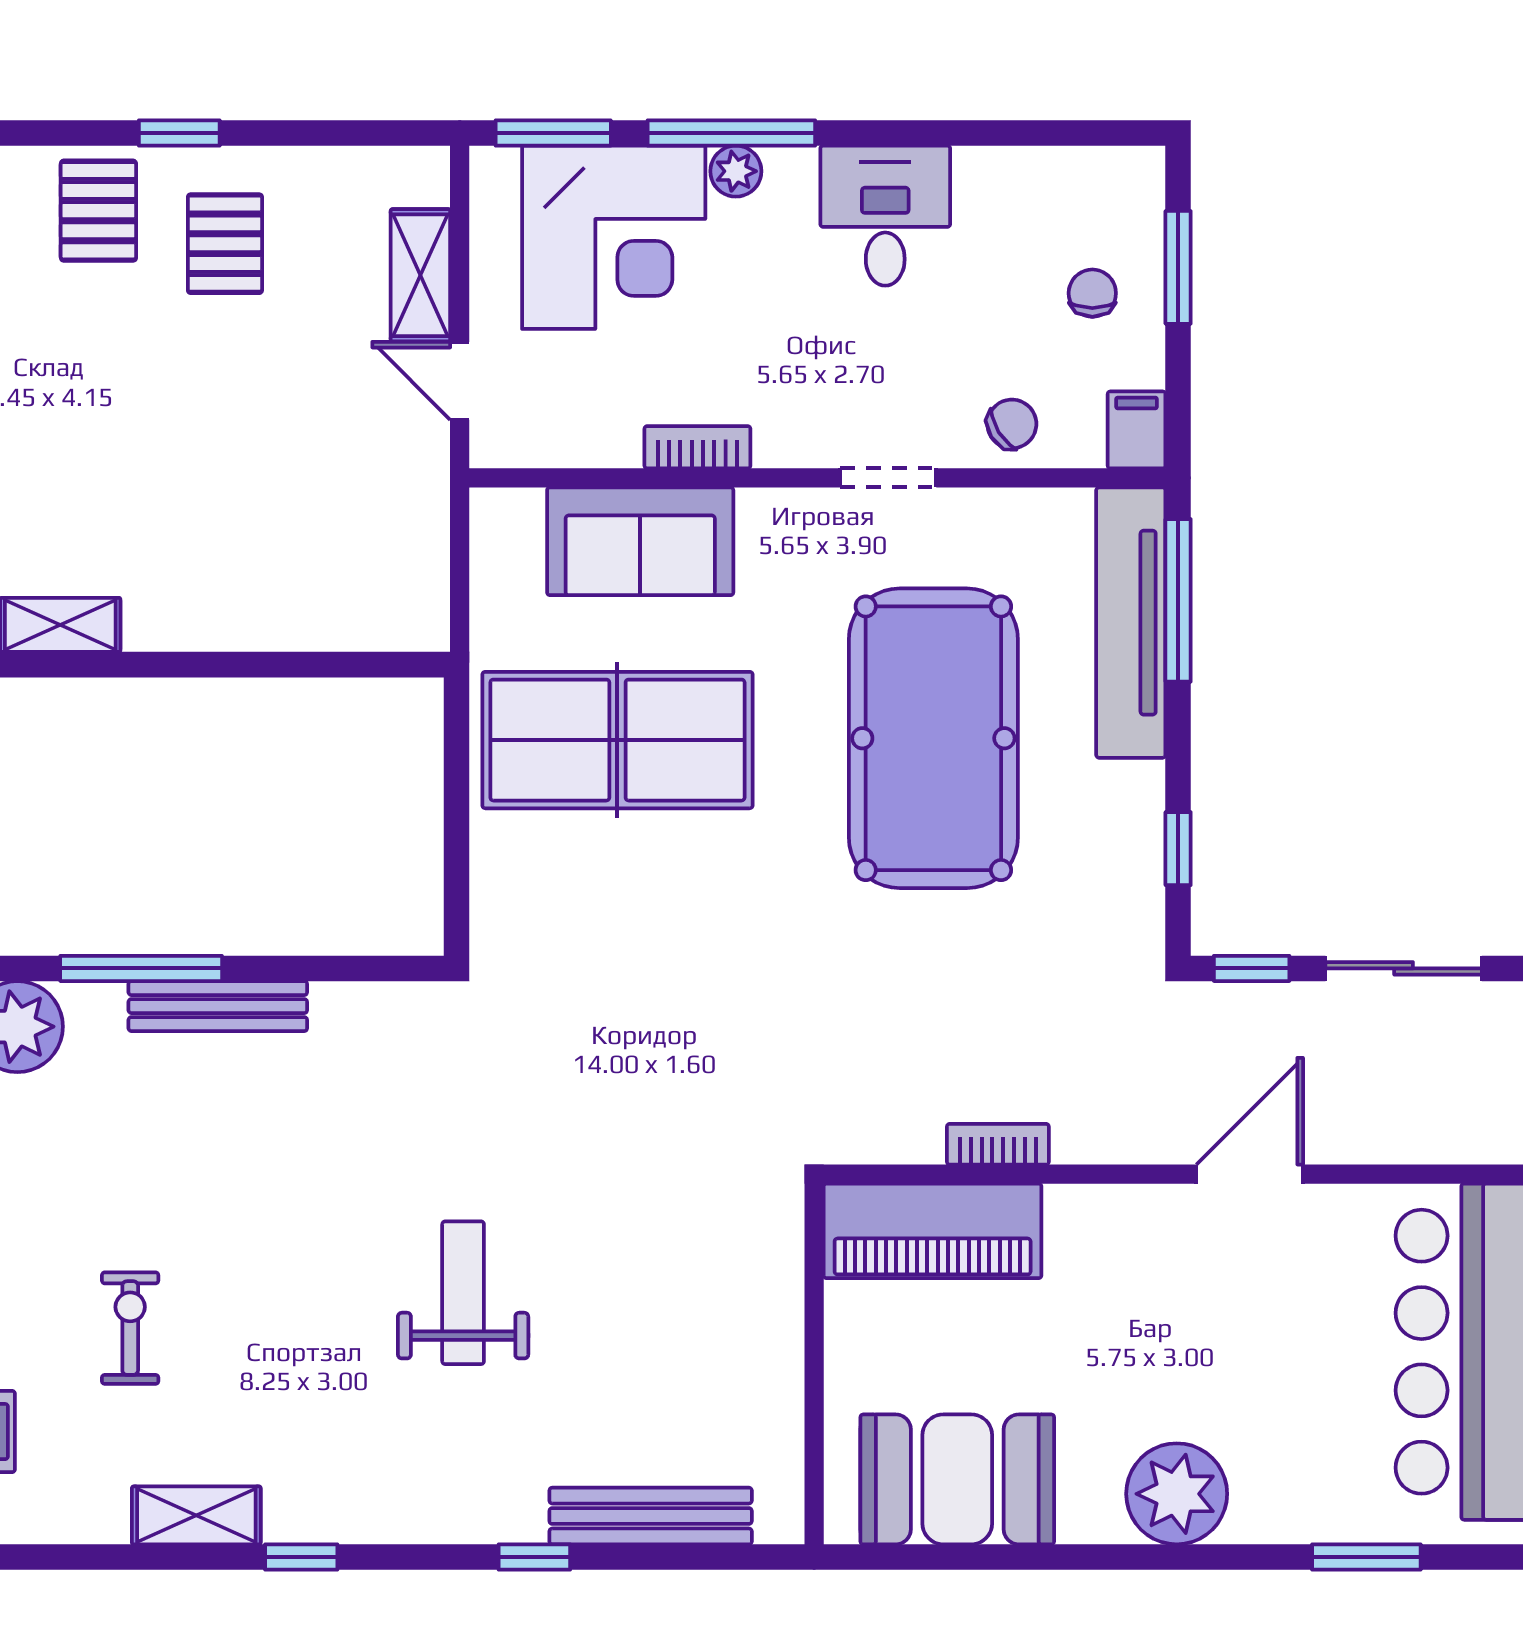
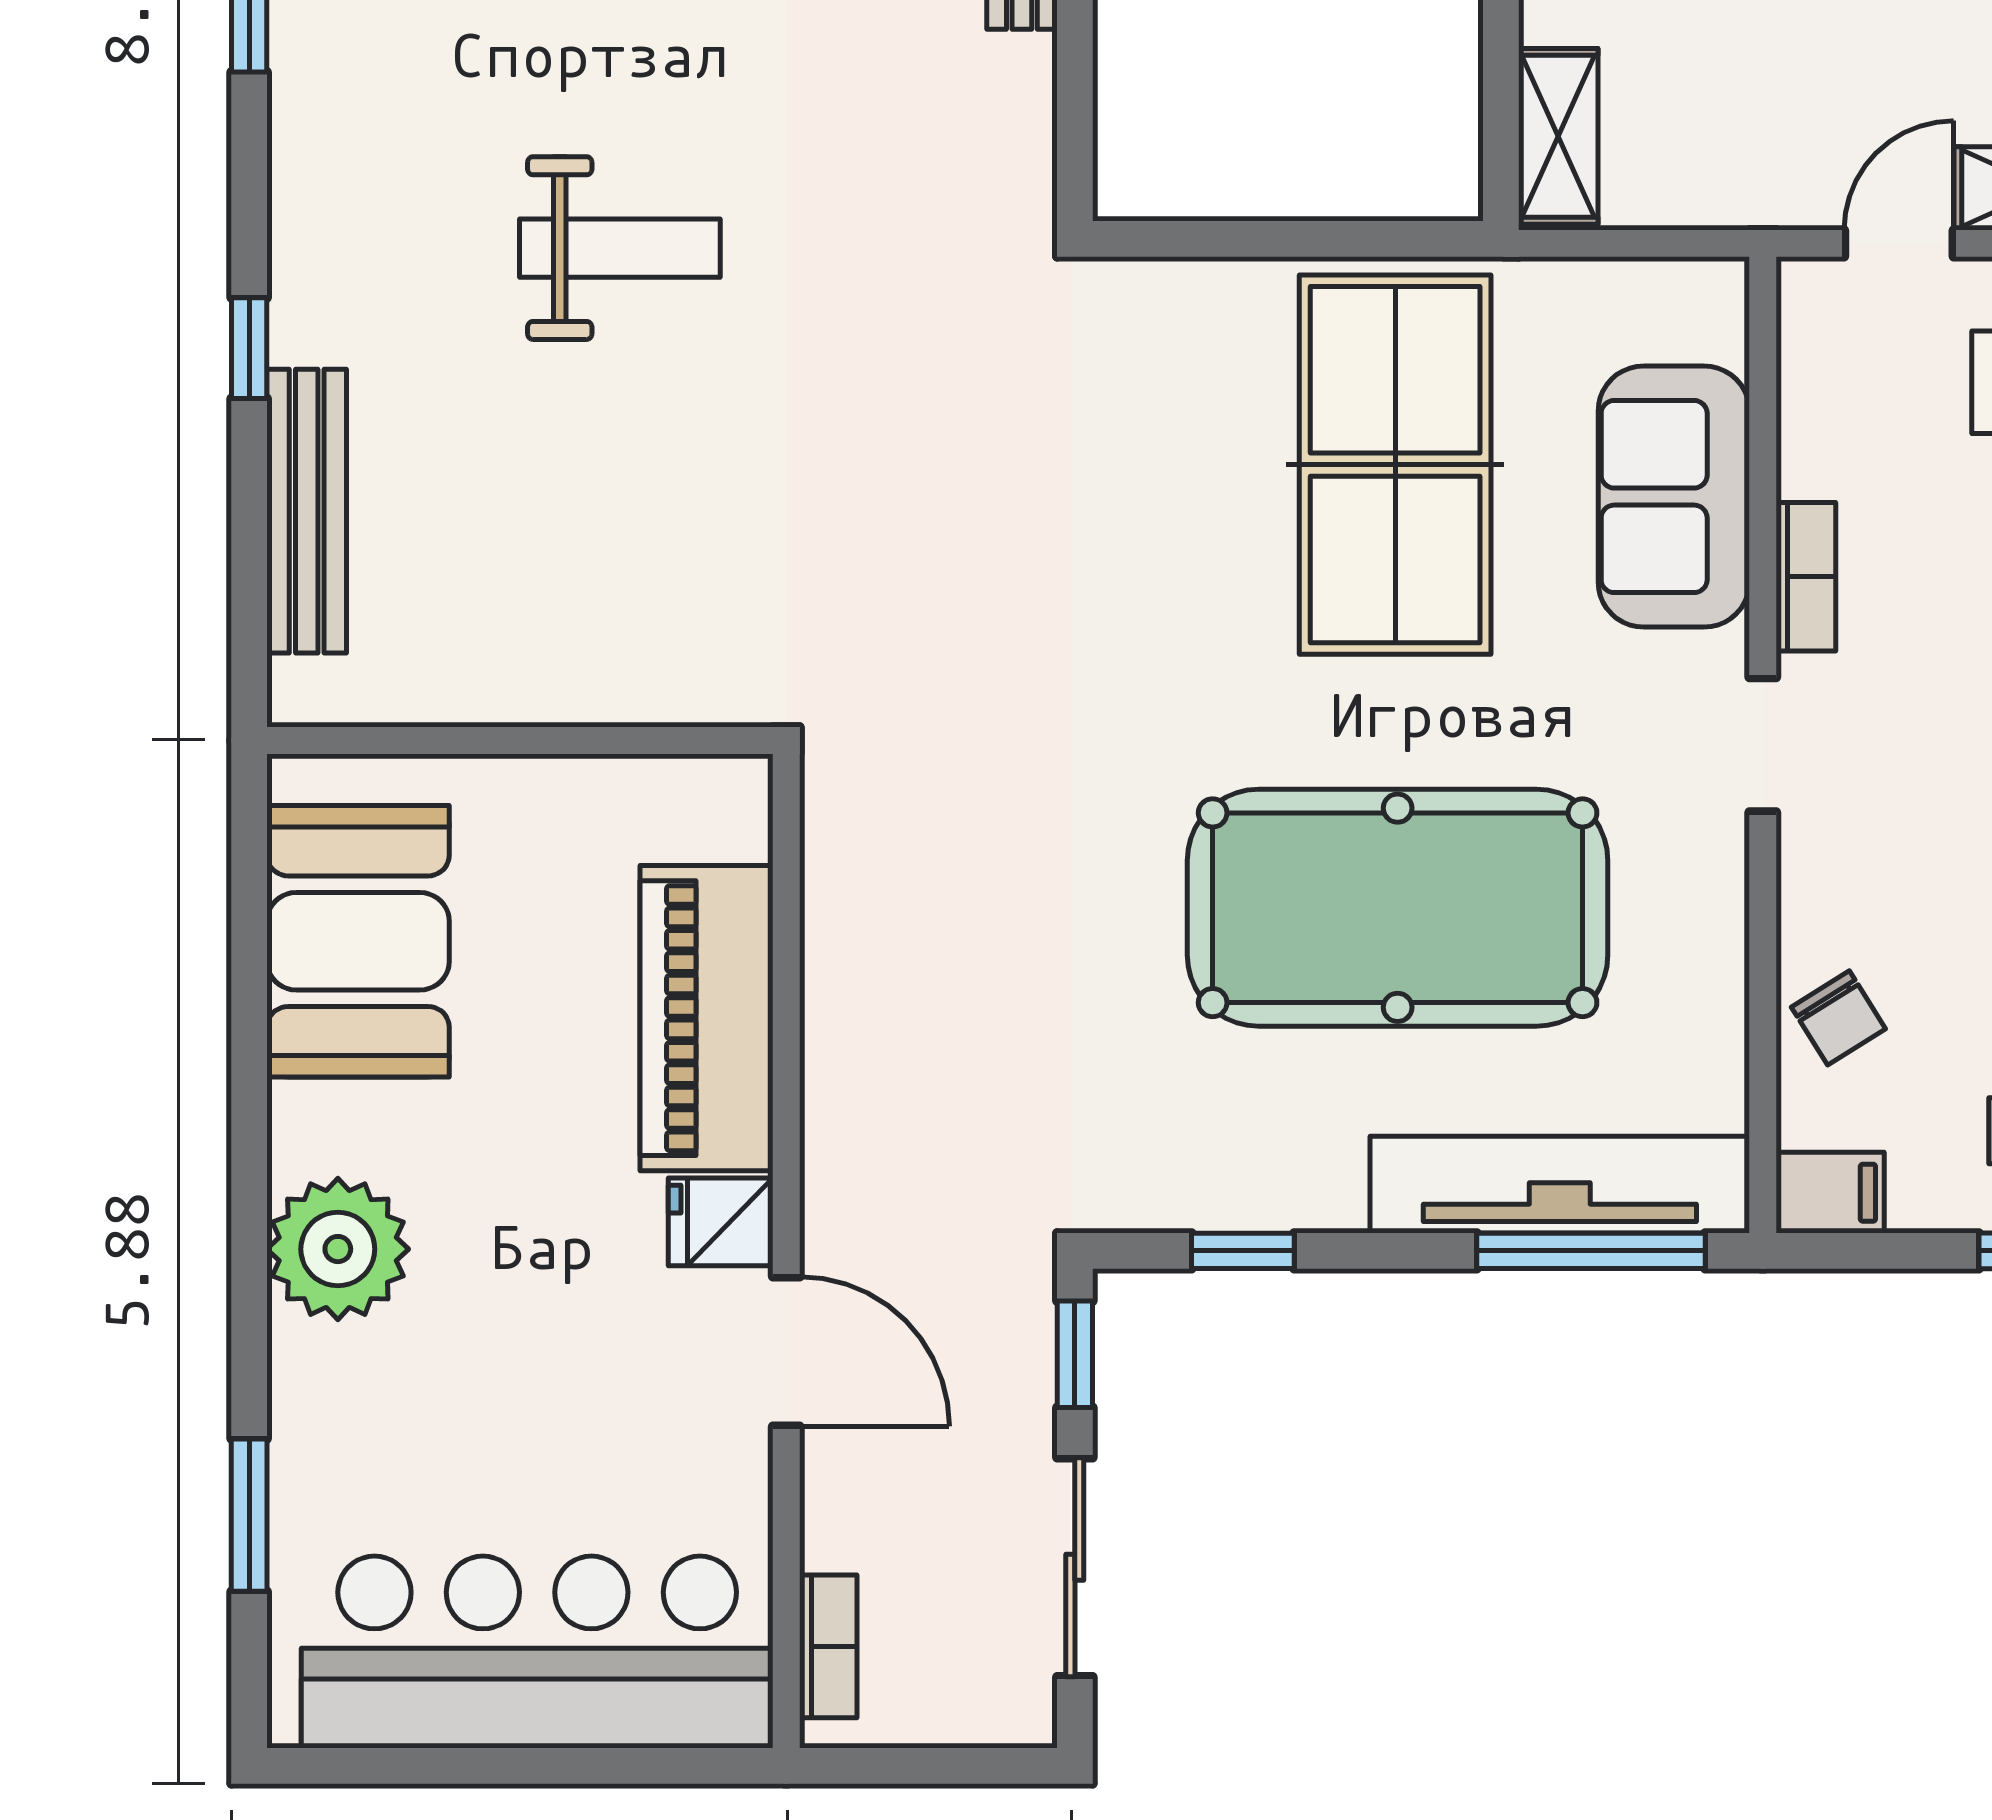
doorway: (888, 478) -> (1763, 745), moved
shelving: (383, 624) -> (1558, 136), added
bookcase: (998, 1144) -> (828, 1646), moved
fridge: (1157, 1221) -> (721, 1222), added
piano: (933, 1231) -> (707, 1018), moved

